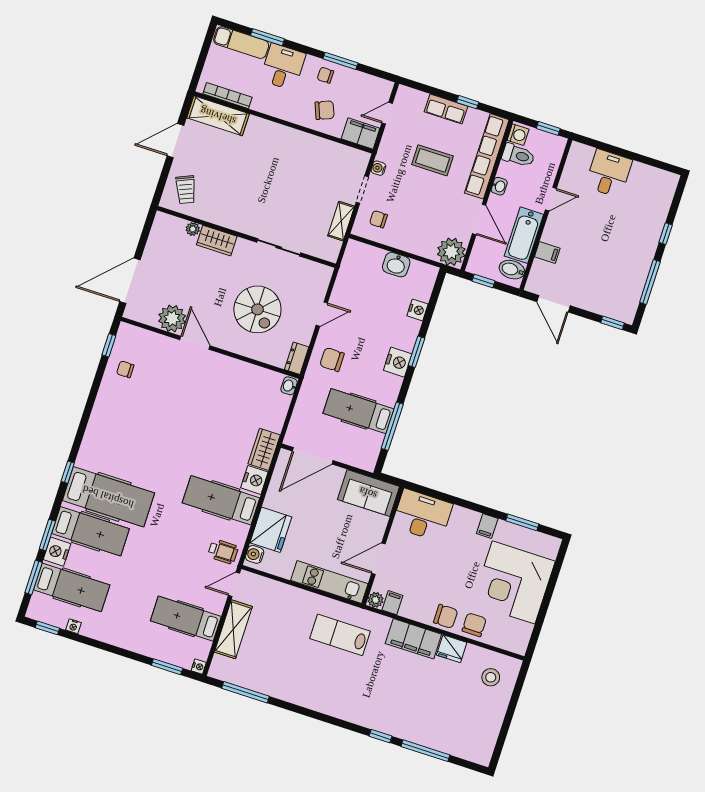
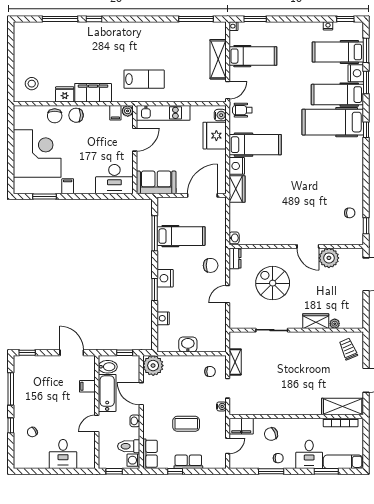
row of seats: (487, 156) -> (150, 454), width x0.50
chair: (640, 216) -> (32, 432), added

